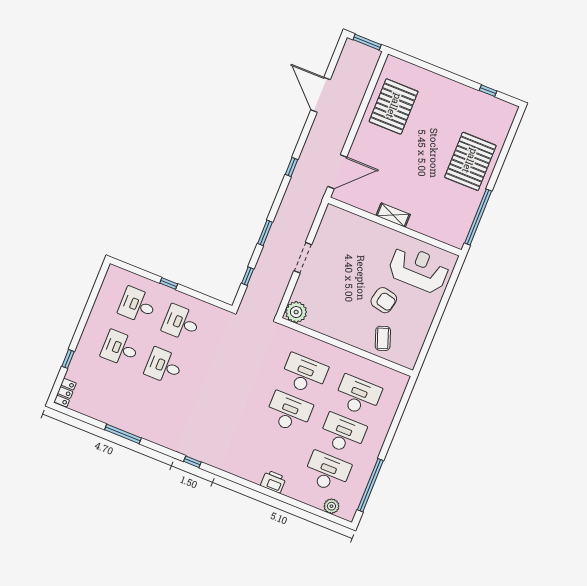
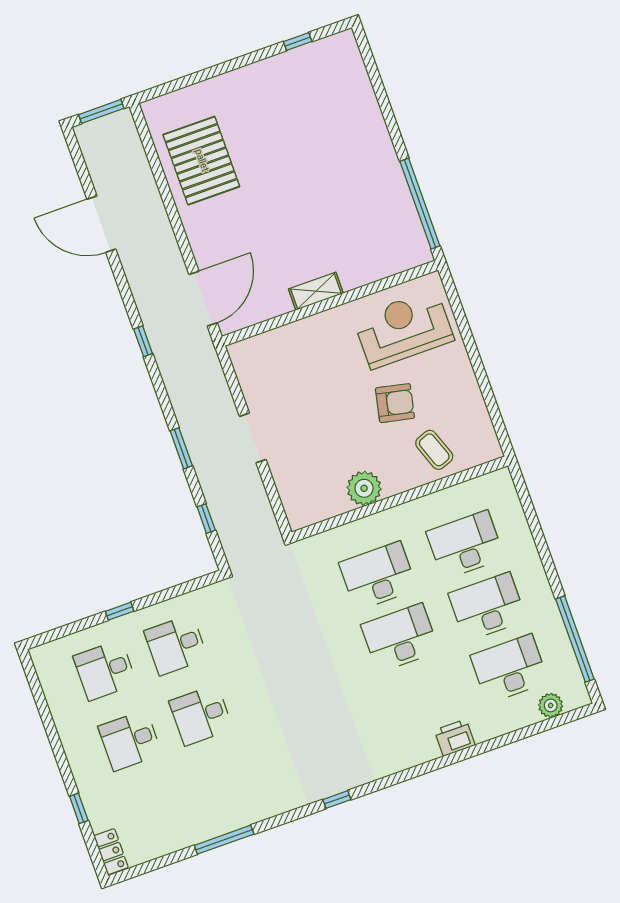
pallet: (470, 161) -> (352, 145), removed
plant: (296, 312) -> (364, 488), moved

